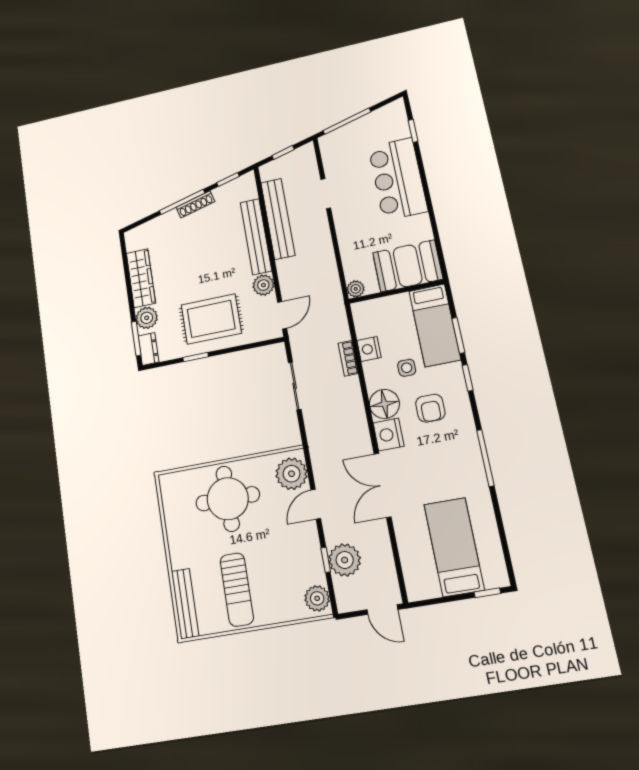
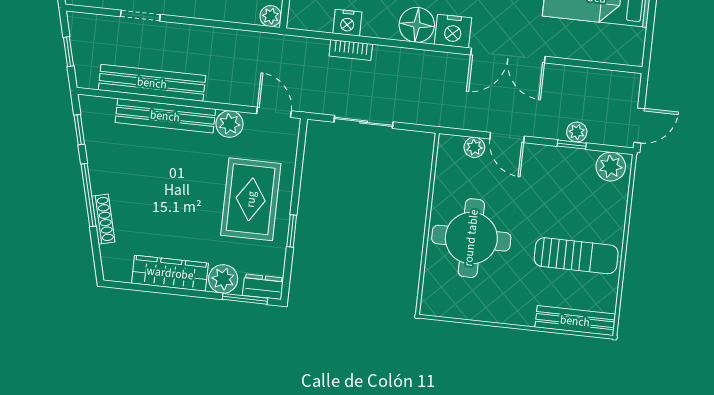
shoe rack: (195, 204) -> (103, 219), moved
plant: (292, 474) -> (474, 147), width x0.53, depth x0.53
plant: (345, 560) -> (577, 132), width x0.53, depth x0.53
door: (382, 610) -> (639, 125), moved

